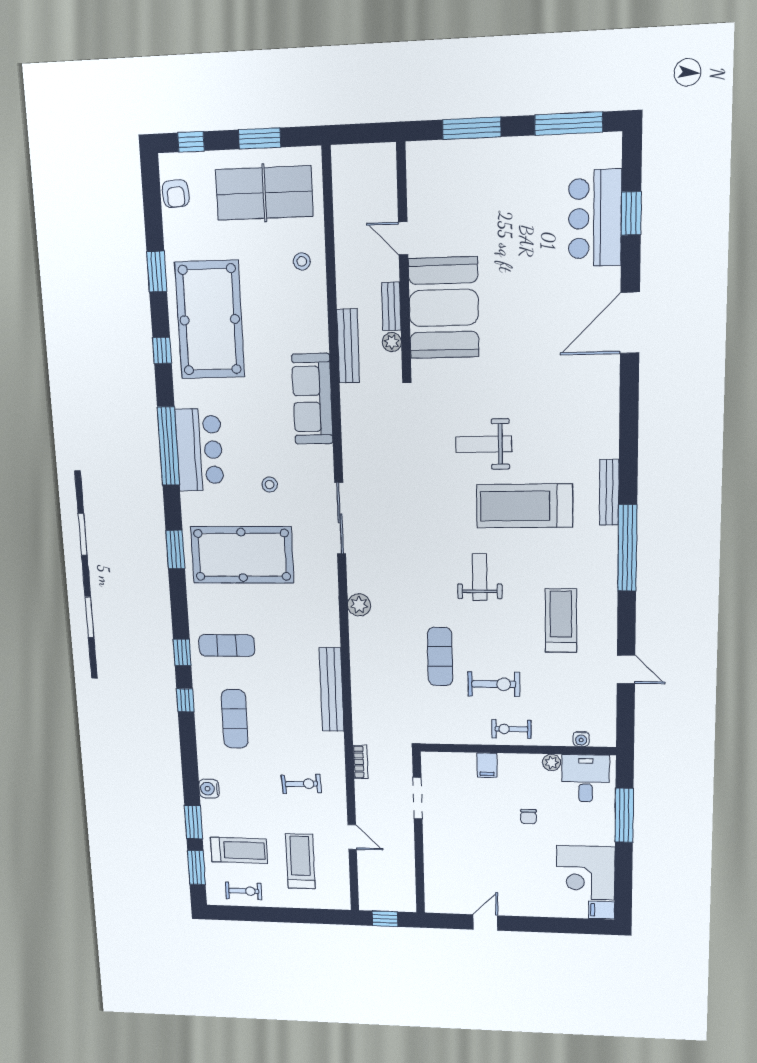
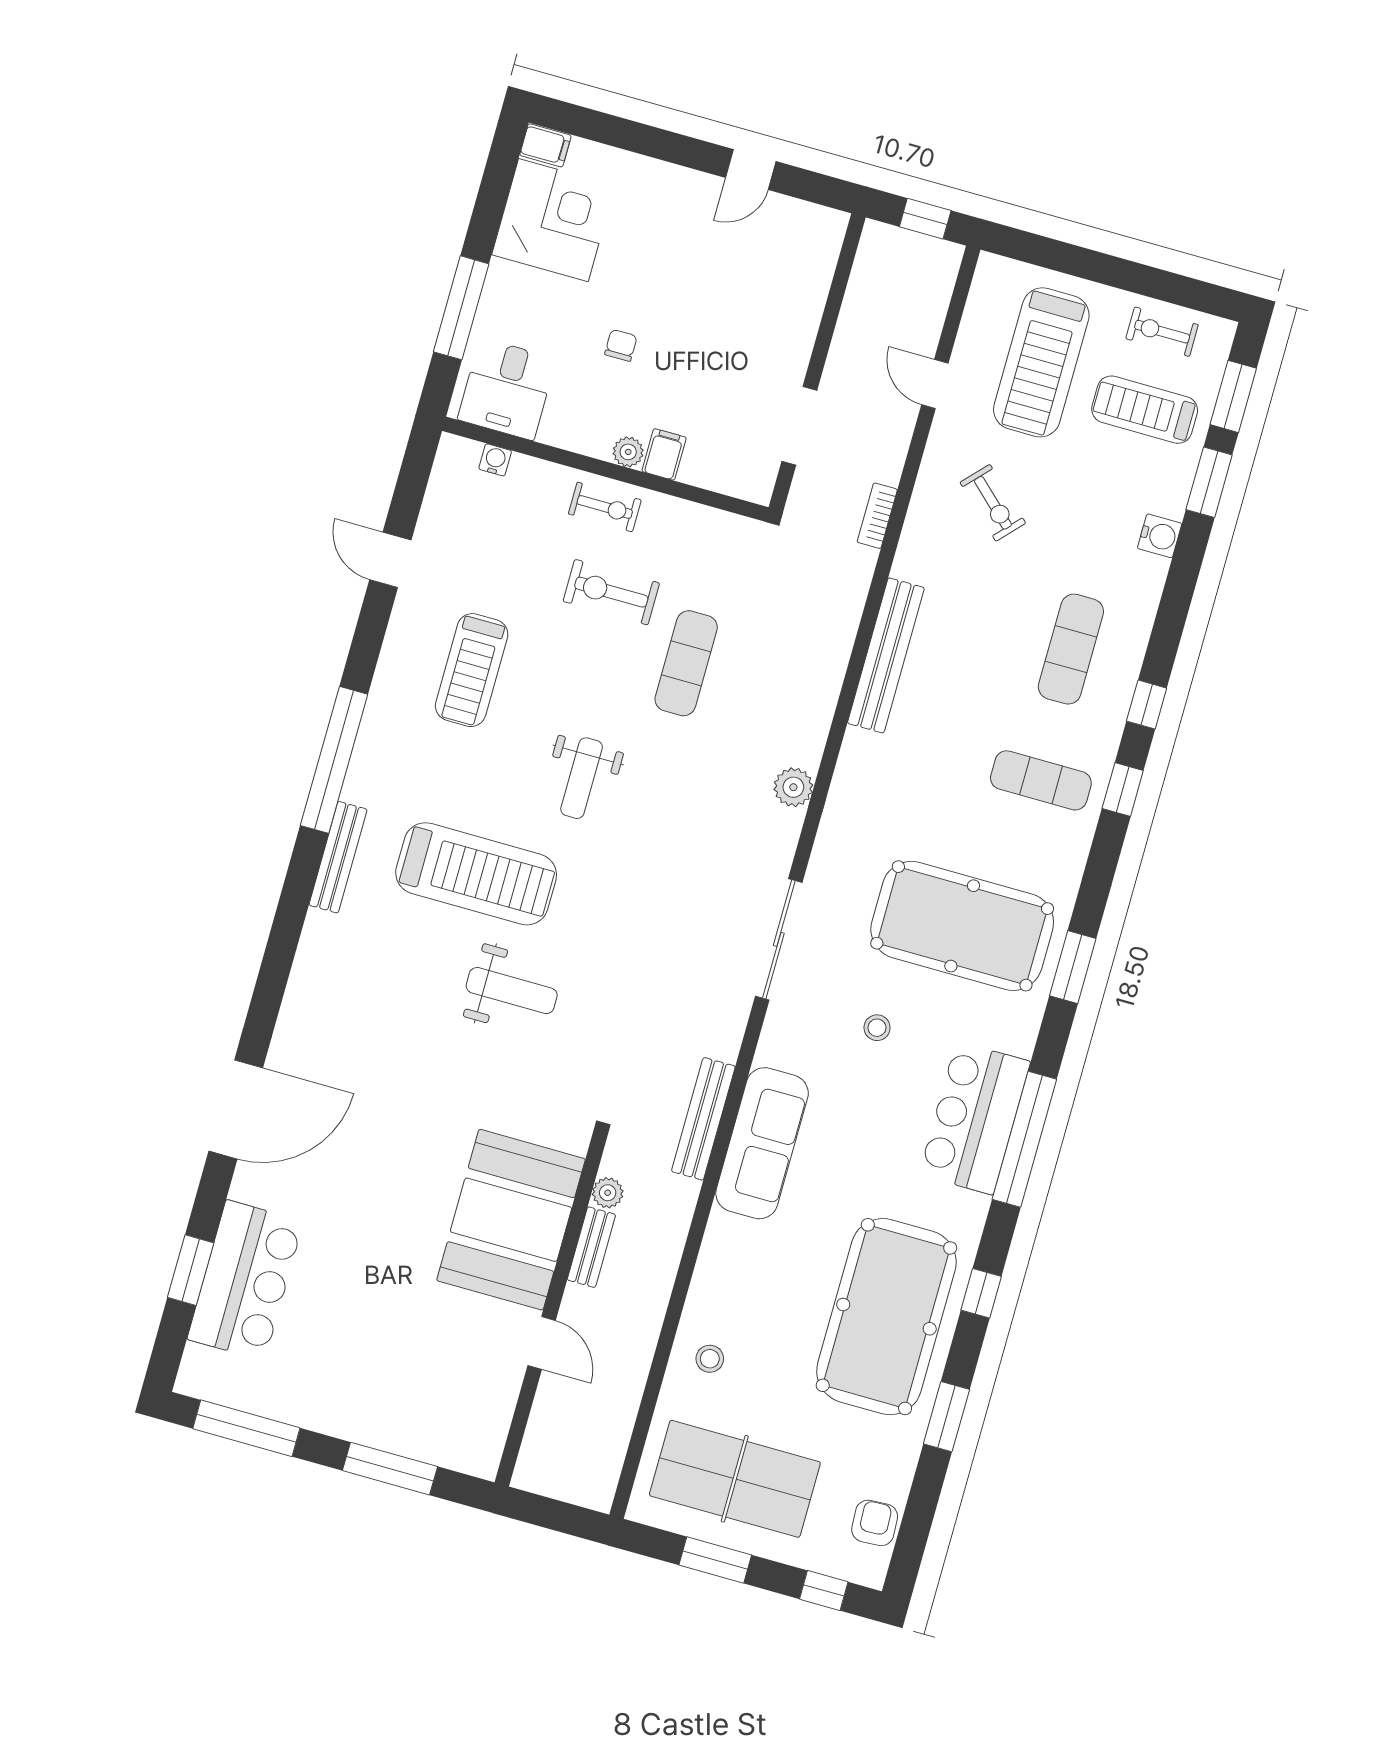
bench: (348, 346) -> (703, 1119), moved
plant: (551, 762) -> (628, 452), moved
exercise bike: (301, 784) -> (993, 503), turned -134
treadmill: (300, 861) -> (1041, 362), width x1.37, depth x1.38

